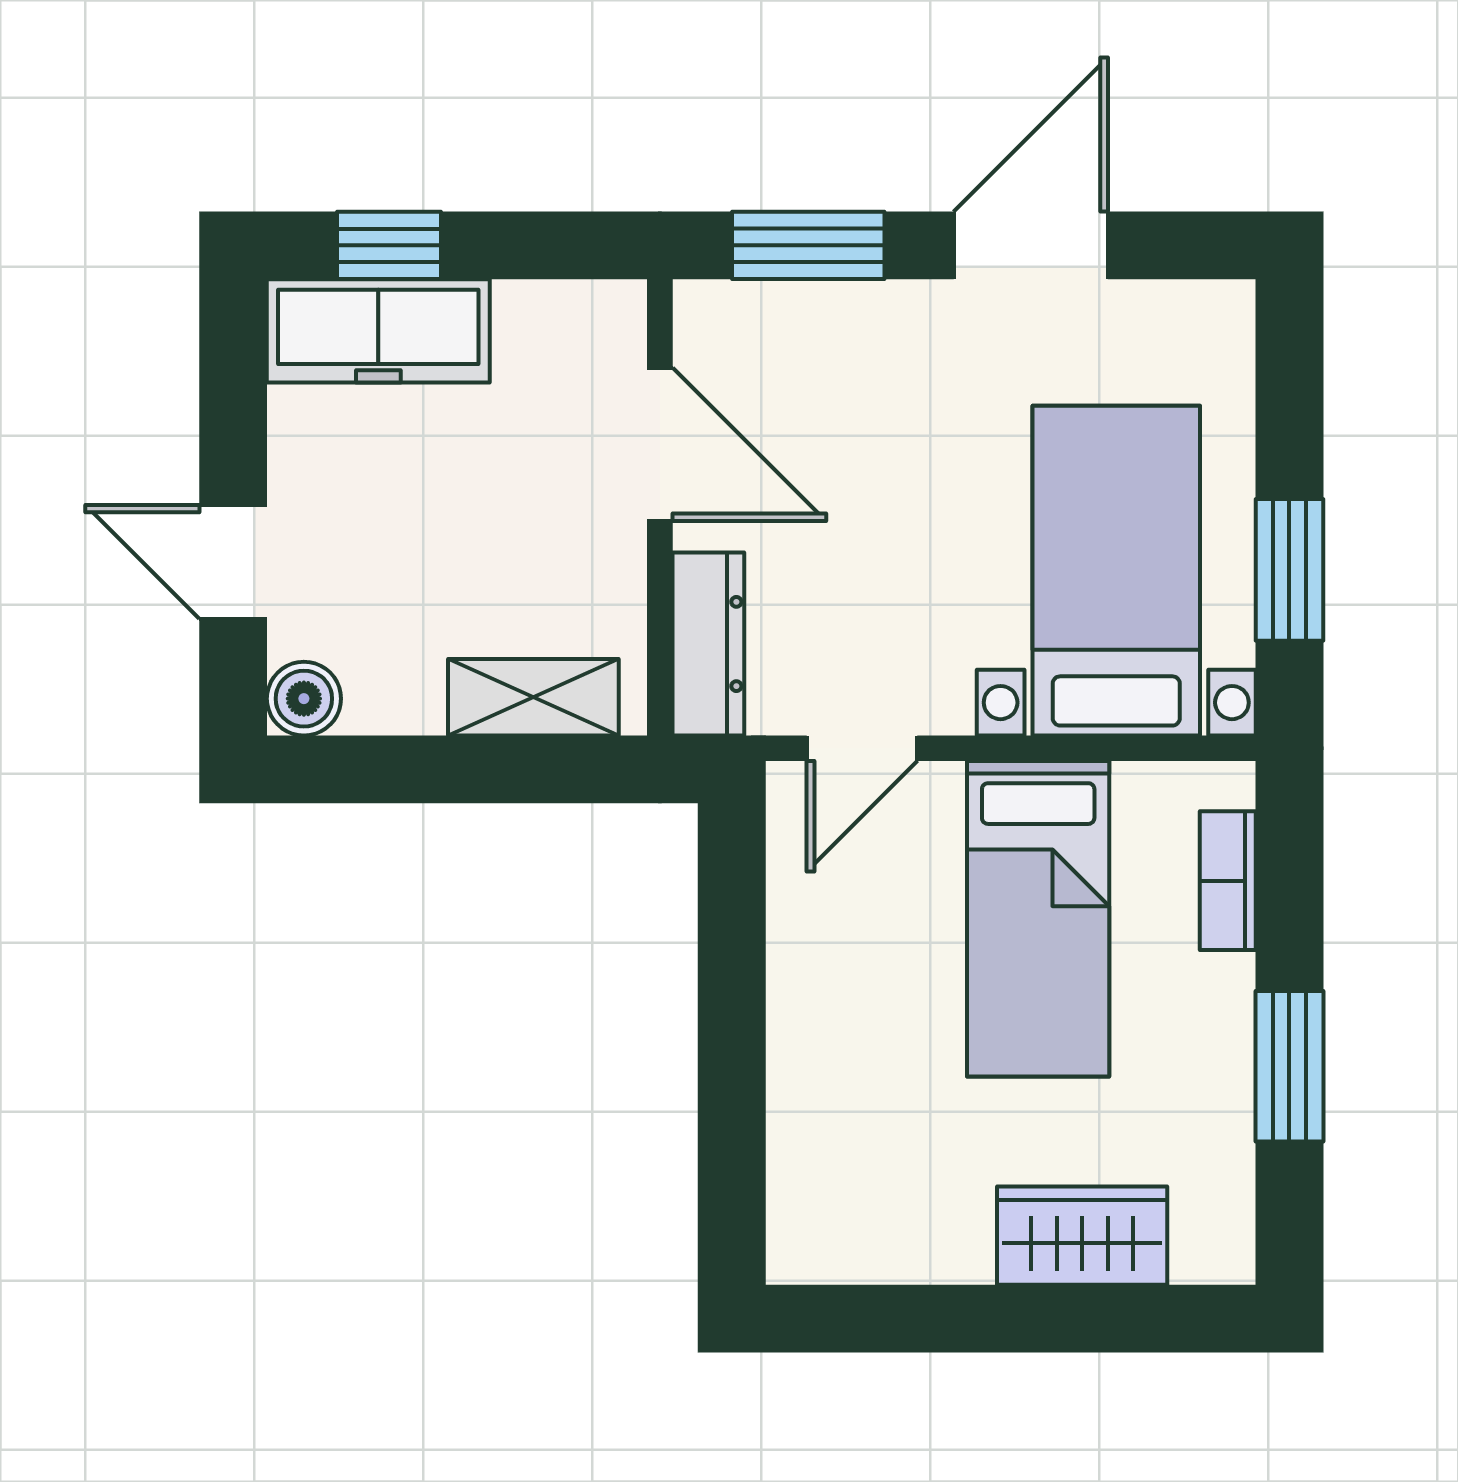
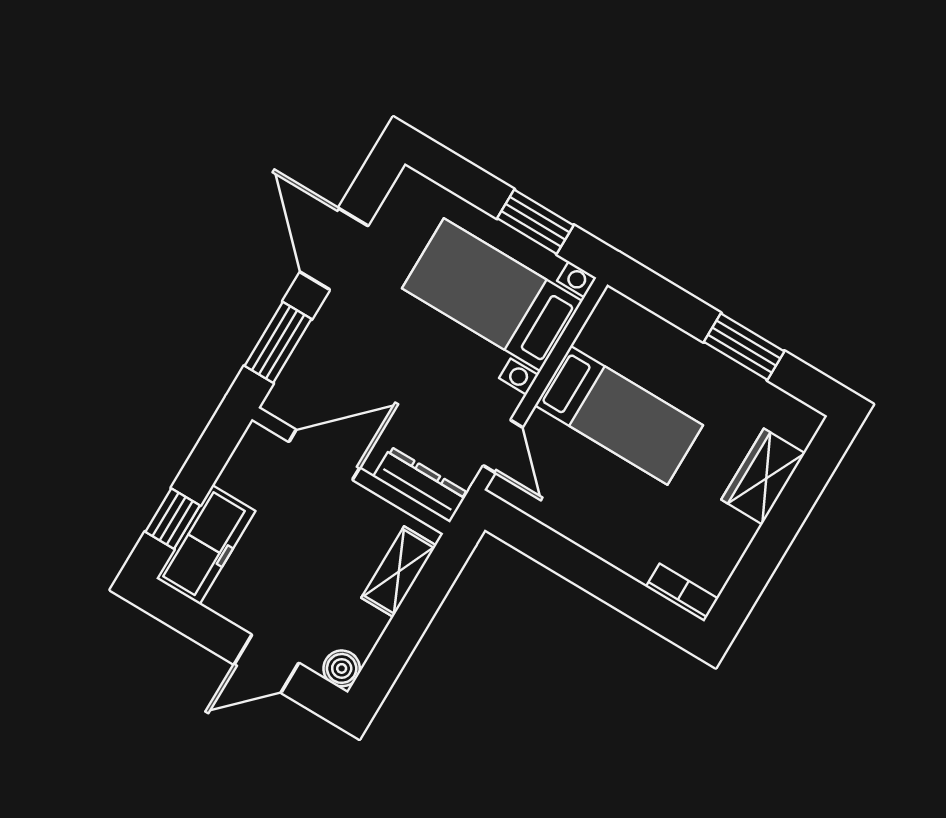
bookcase: (1228, 881) -> (682, 593), moved, turned 180

